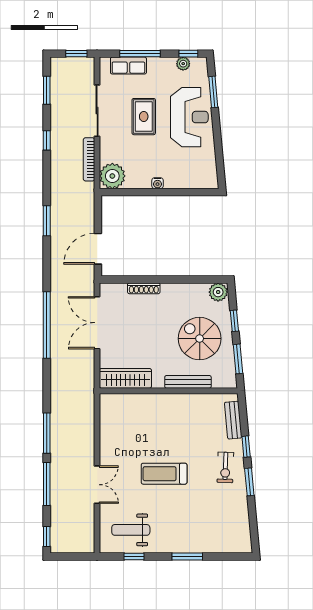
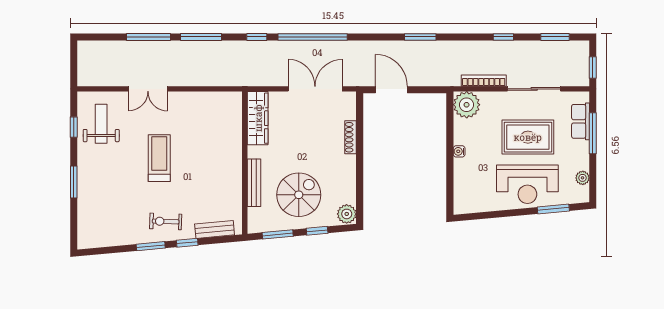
window: (188, 54) -> (593, 183), removed
rug: (144, 117) -> (528, 137), width x1.36, depth x1.43
window: (47, 536) -> (257, 37), moved

